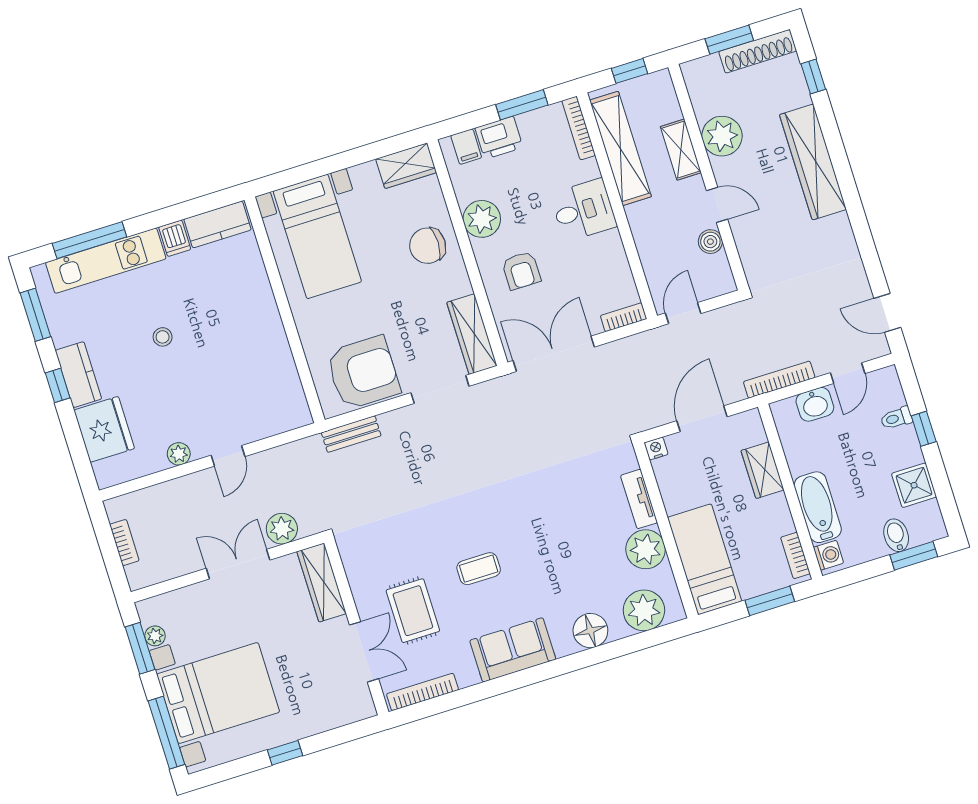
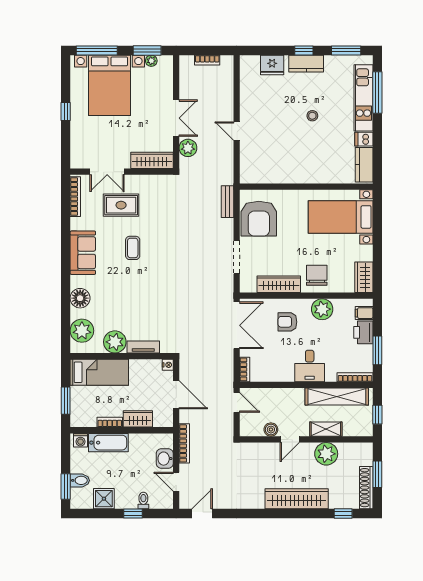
wardrobe: (472, 334) -> (279, 284), moved
fridge: (104, 429) -> (272, 65), width x0.73, depth x0.75
plant: (179, 454) -> (246, 105), removed
bookcase: (795, 555) -> (110, 422), moved

